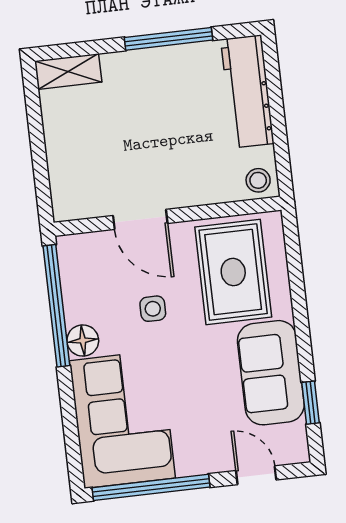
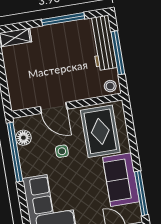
window: (277, 113) -> (118, 53), added
floor lamp: (83, 341) -> (23, 138), moved
window: (311, 403) -> (141, 193), width x2.17

